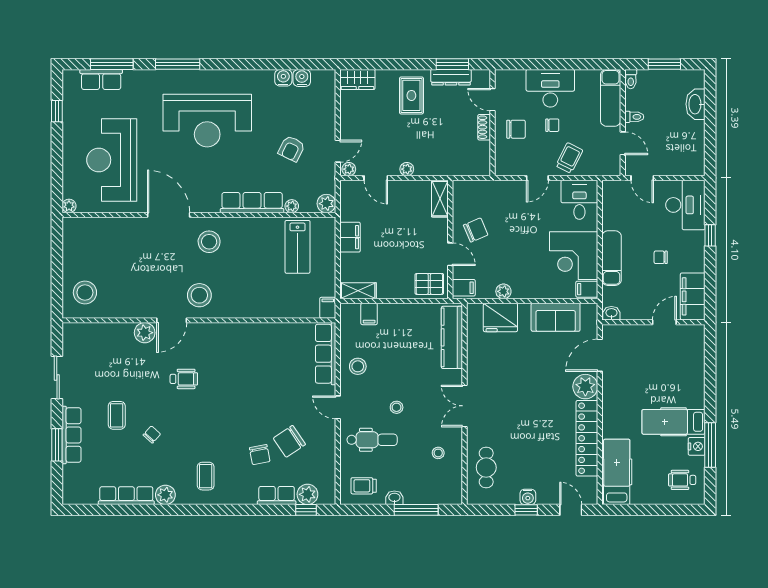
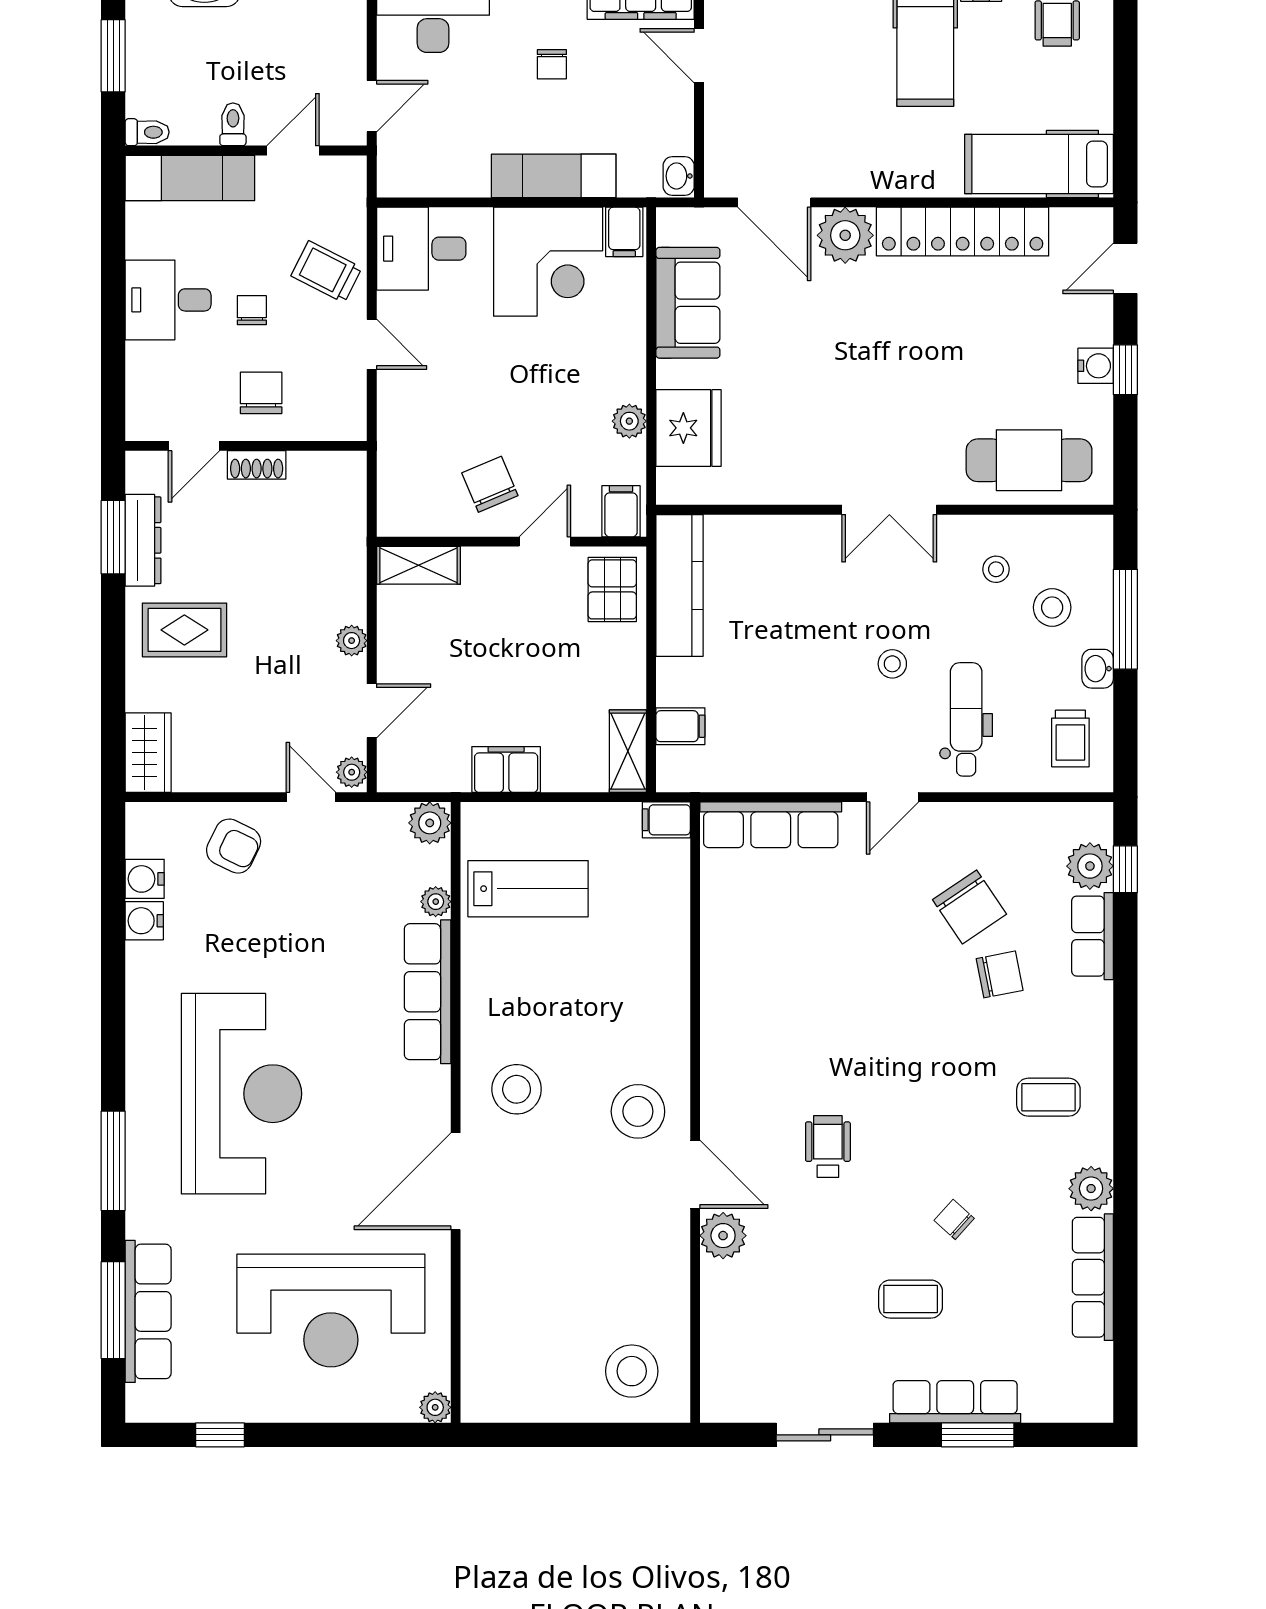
row of seats: (101, 79) -> (148, 1311), width x1.48
desk: (550, 88) -> (168, 300), width x0.73
armchair: (291, 149) -> (234, 846), moved
kitchen counter: (452, 337) -> (680, 585), moved, turned -90
stool: (358, 366) -> (1052, 607), moved
cafe table: (486, 468) -> (1029, 460), width x1.37, depth x1.35

